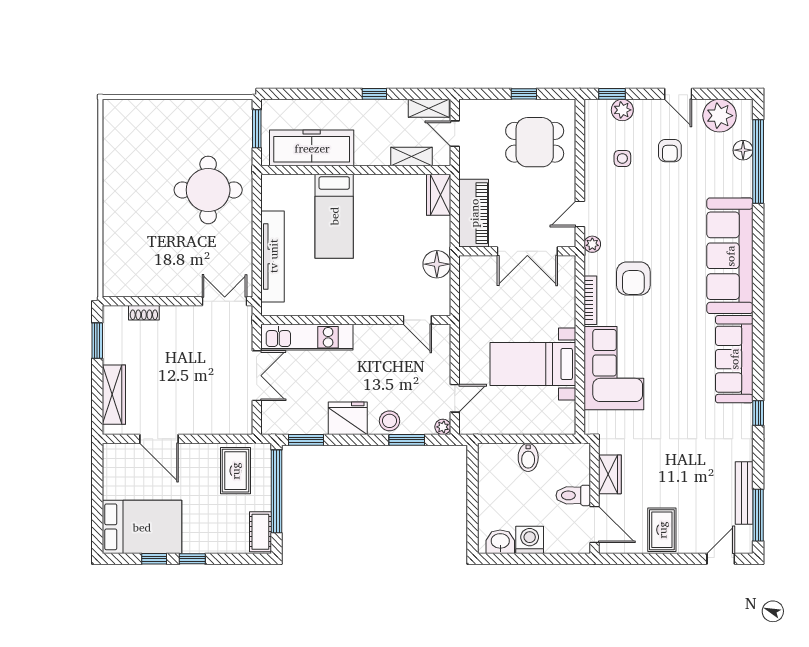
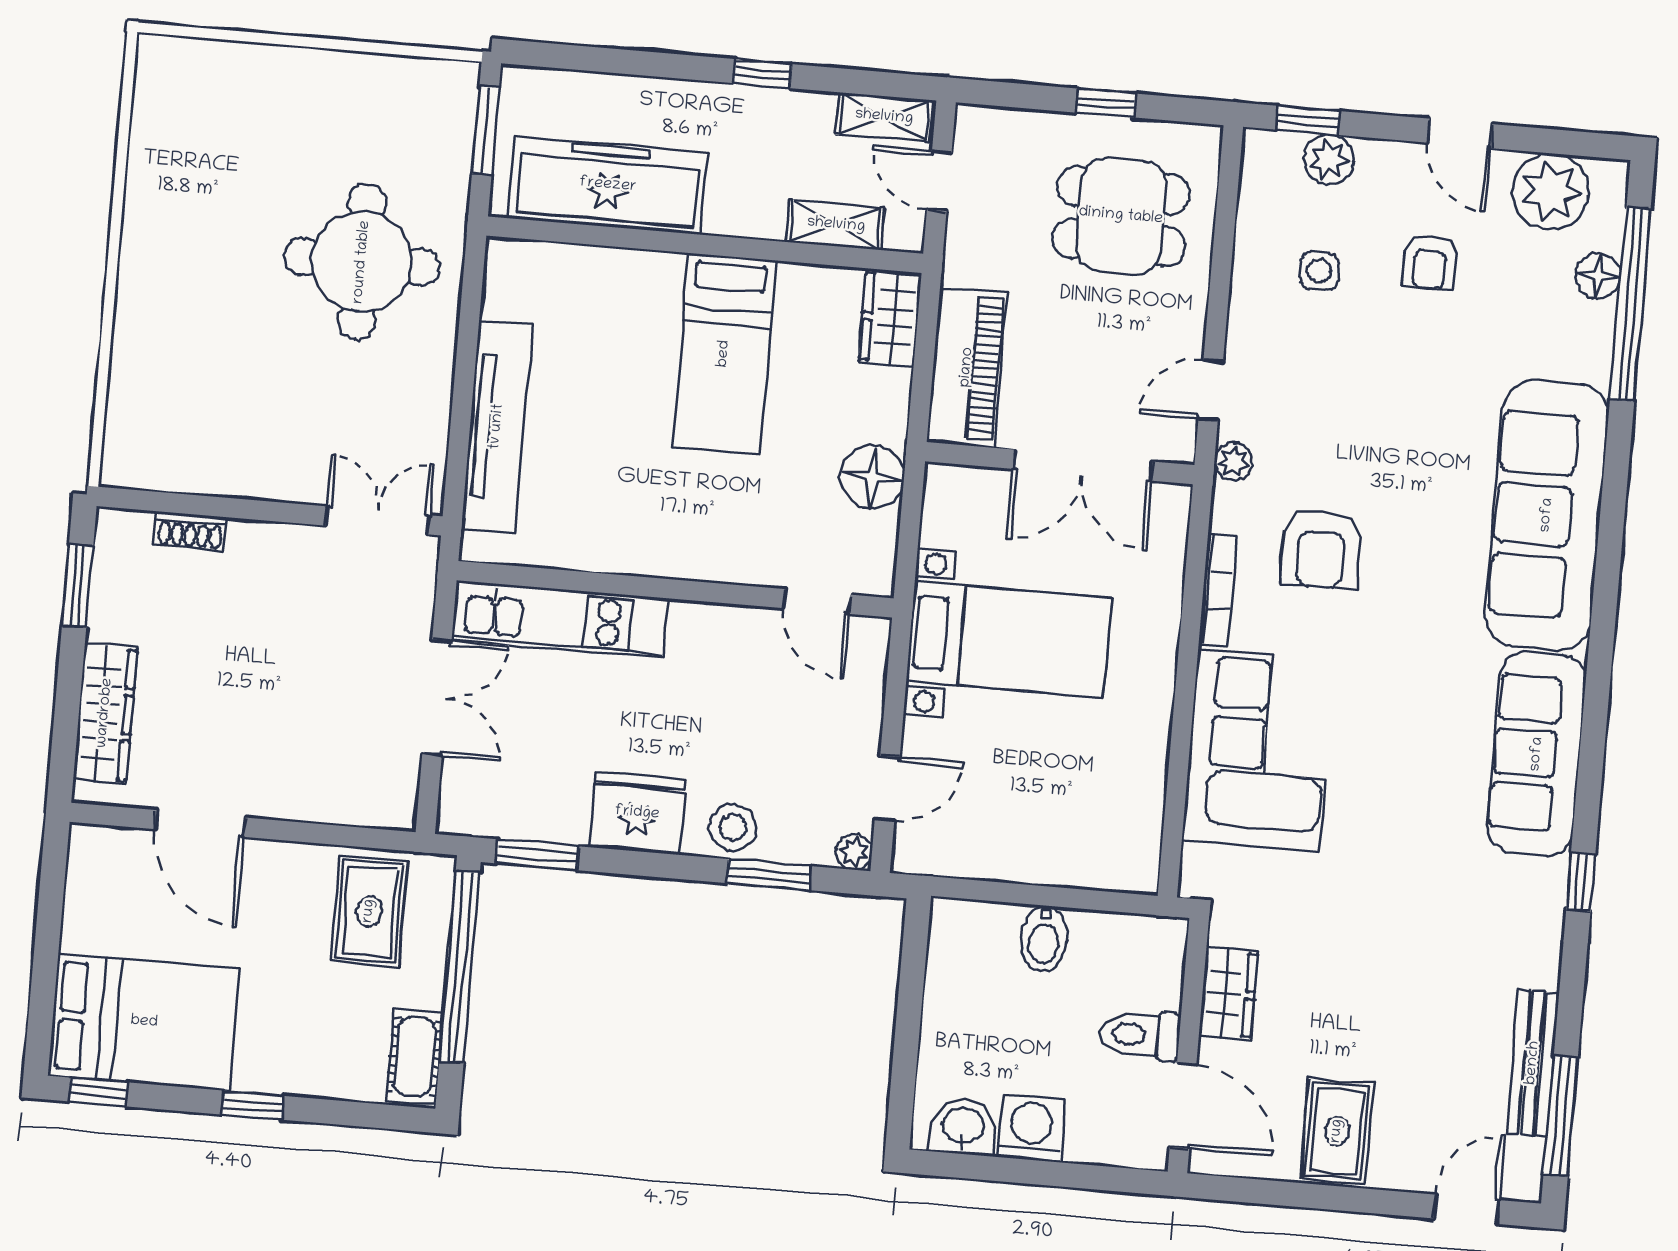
bed: (334, 216) -> (724, 354), moved
bed with nightstands: (533, 364) -> (1009, 640), moved, turned 180
window: (154, 559) -> (98, 1092), moved

